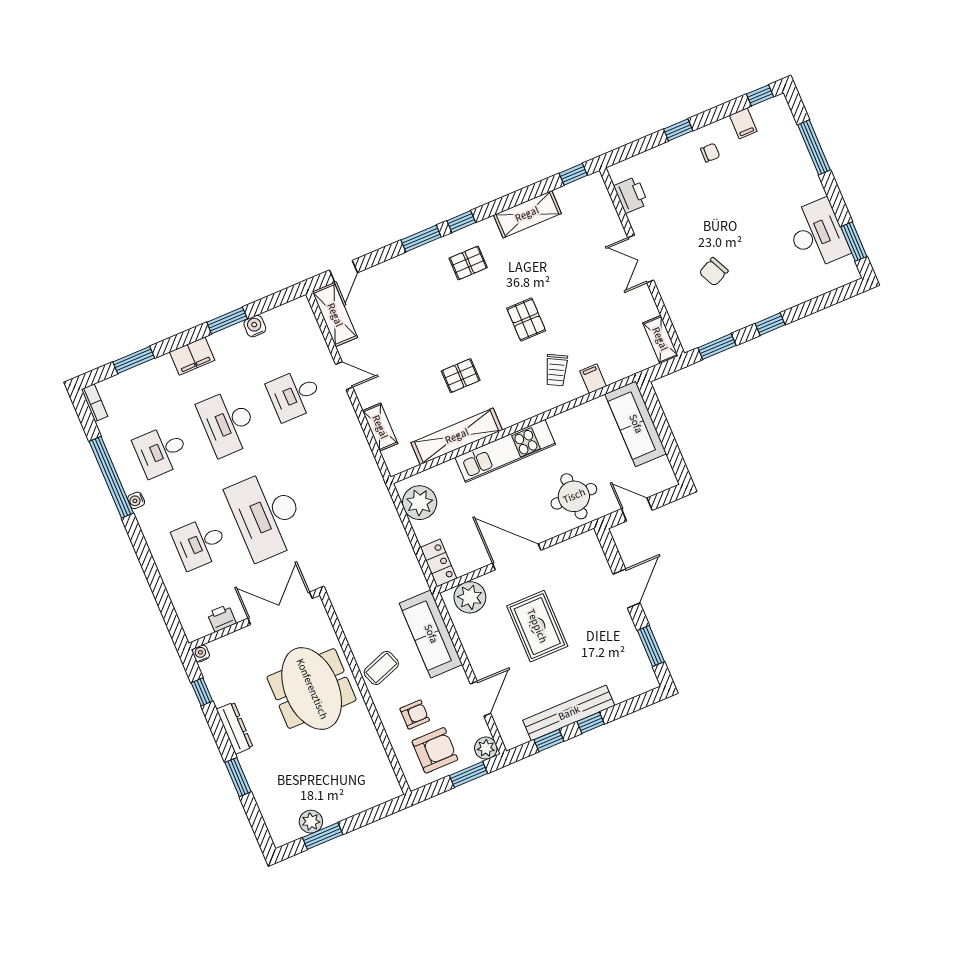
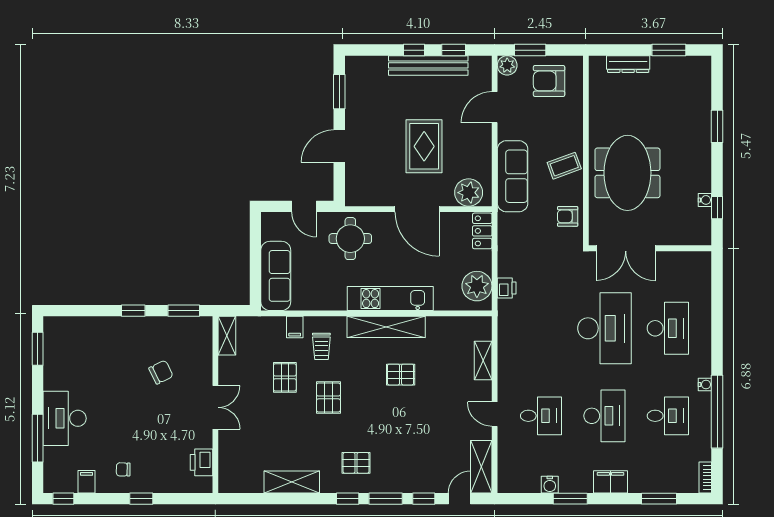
window: (573, 174) -> (424, 499), moved
desk: (817, 234) -> (65, 418), moved
pallet: (581, 321) -> (285, 377), added
trolley: (556, 370) -> (321, 346), turned 152
shelving: (457, 436) -> (386, 327), moved
desk: (200, 543) -> (668, 328), width x1.37
printer: (222, 618) -> (507, 288), moved, turned -90
water cooler: (201, 653) -> (705, 200), moved, turned -90
armchair: (415, 715) -> (568, 216), moved
dresser: (235, 728) -> (628, 64), moved, turned -90
plant: (311, 822) -> (673, 66), removed

